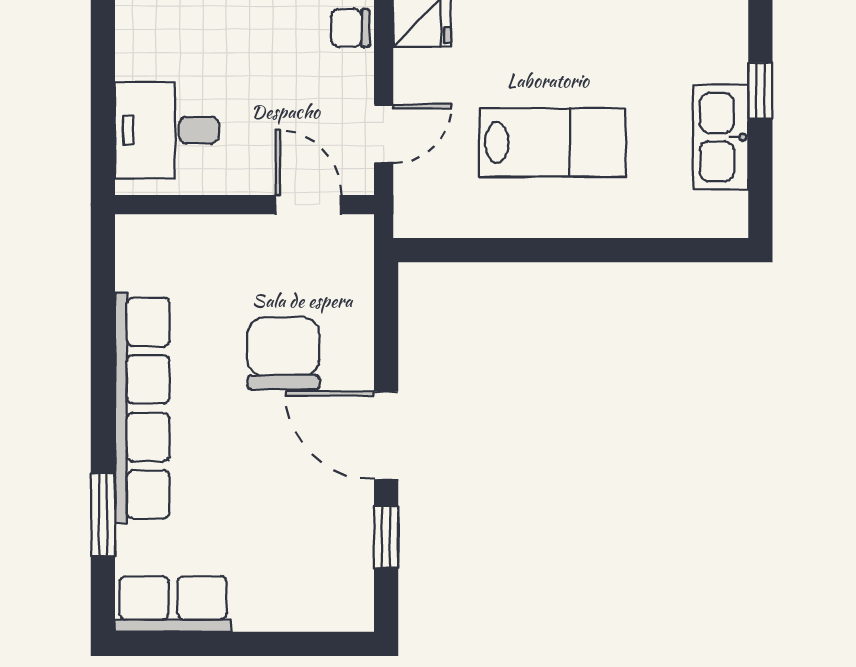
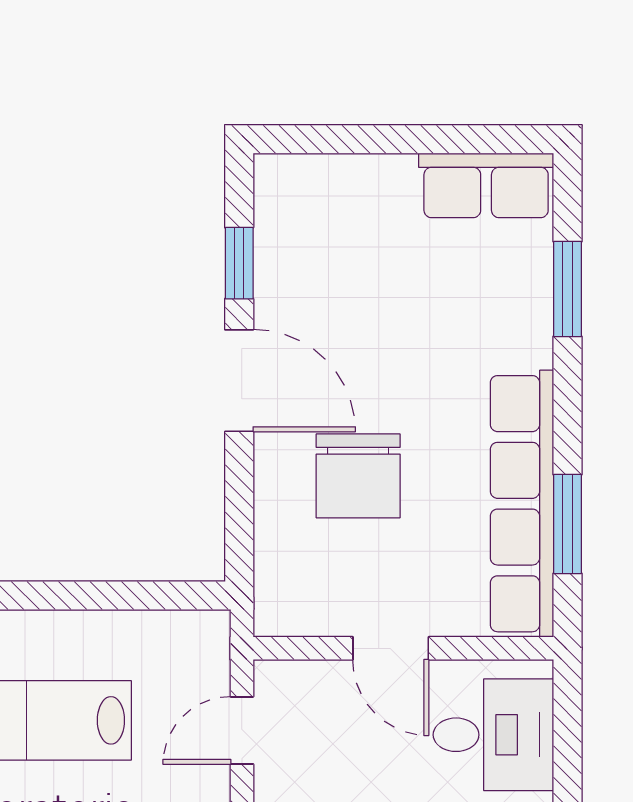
door: (308, 205) -> (391, 648), moved
window: (103, 312) -> (567, 524), added
row of seats: (142, 408) -> (522, 504), moved

